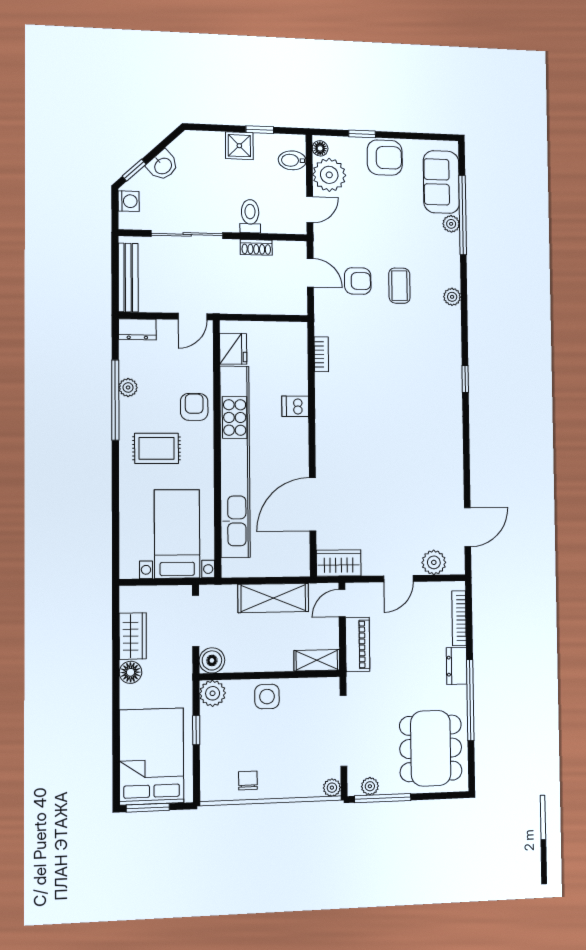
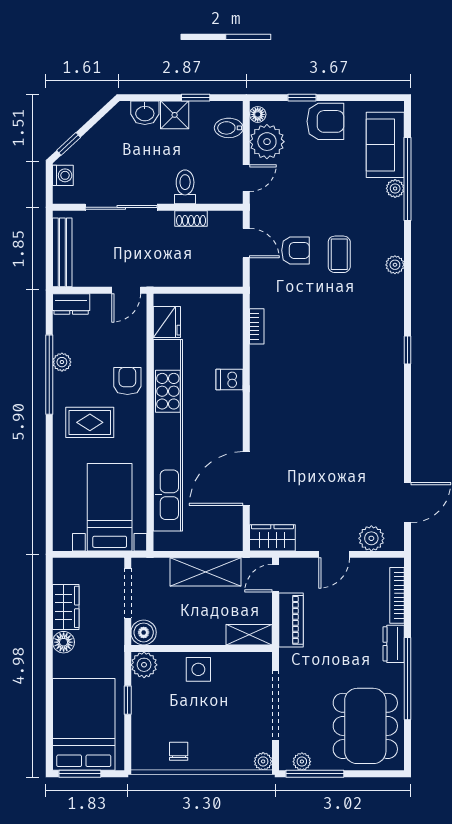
washbasin: (163, 166) -> (145, 113), moved, turned 43

